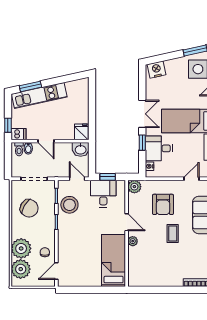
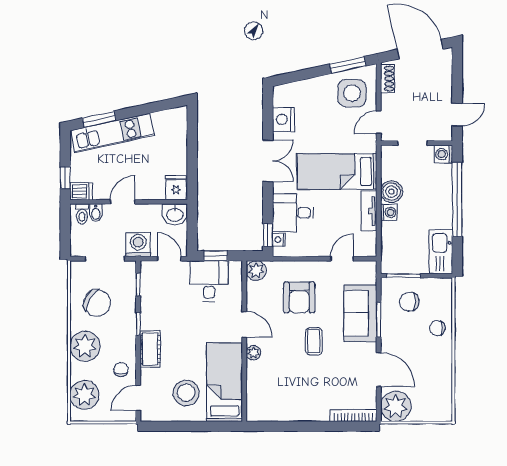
nightstand: (157, 70) -> (284, 119), moved, turned -78
door: (46, 141) -> (123, 202), swing flipped
window: (142, 143) -> (268, 235), moved
washing machine: (56, 169) -> (138, 245), added
stool: (69, 205) -> (186, 393), moved
cot: (64, 239) -> (150, 349), added
plant: (21, 248) -> (85, 346), moved

